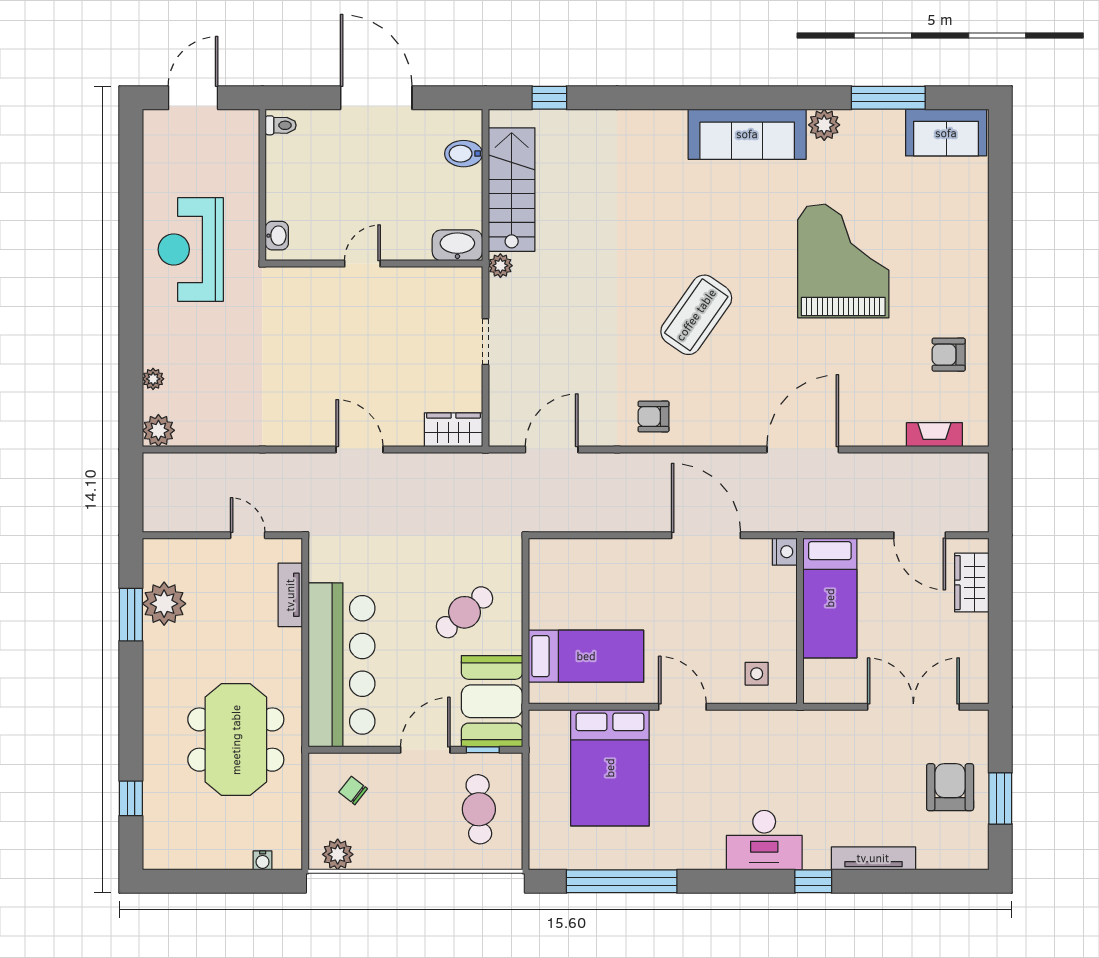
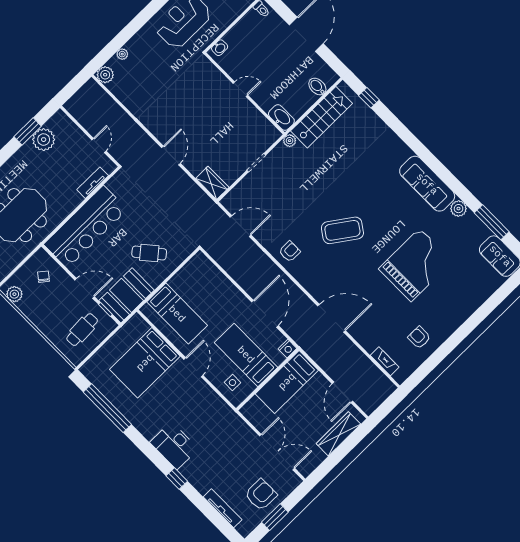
armchair: (654, 416) -> (290, 252), turned 90
wardrobe: (972, 583) -> (338, 434), width x1.50
bed: (737, 618) -> (246, 355), added
tv unit: (873, 858) -> (223, 508), moved

